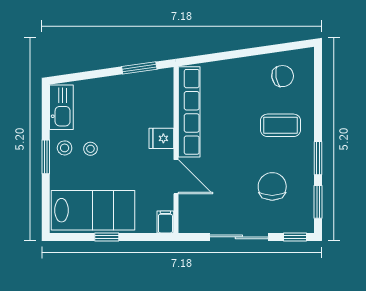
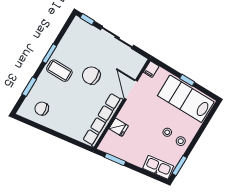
kitchen sink: (61, 107) -> (158, 167), moved, turned 82
coffee table: (281, 125) -> (59, 71), moved
fridge: (161, 138) -> (119, 127), moved
window: (46, 157) -> (180, 166), moved
chair: (272, 186) -> (91, 75), moved, turned 90
window: (318, 202) -> (29, 87), moved

